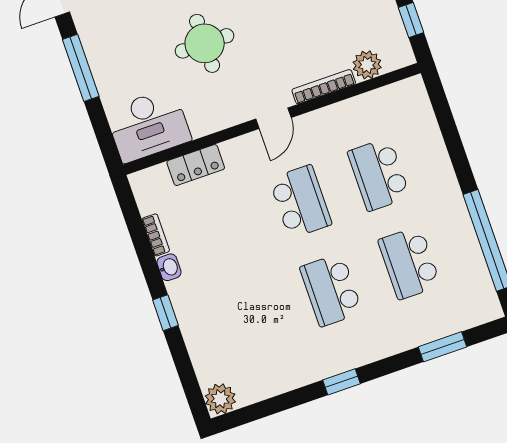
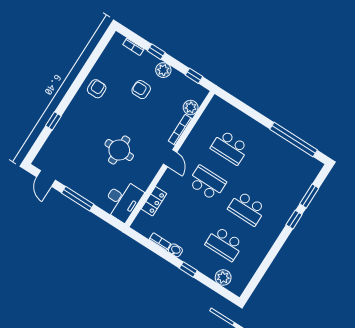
school desk: (409, 263) -> (224, 244), moved
window: (342, 382) -> (294, 220), moved
plant: (220, 399) -> (223, 278), moved

